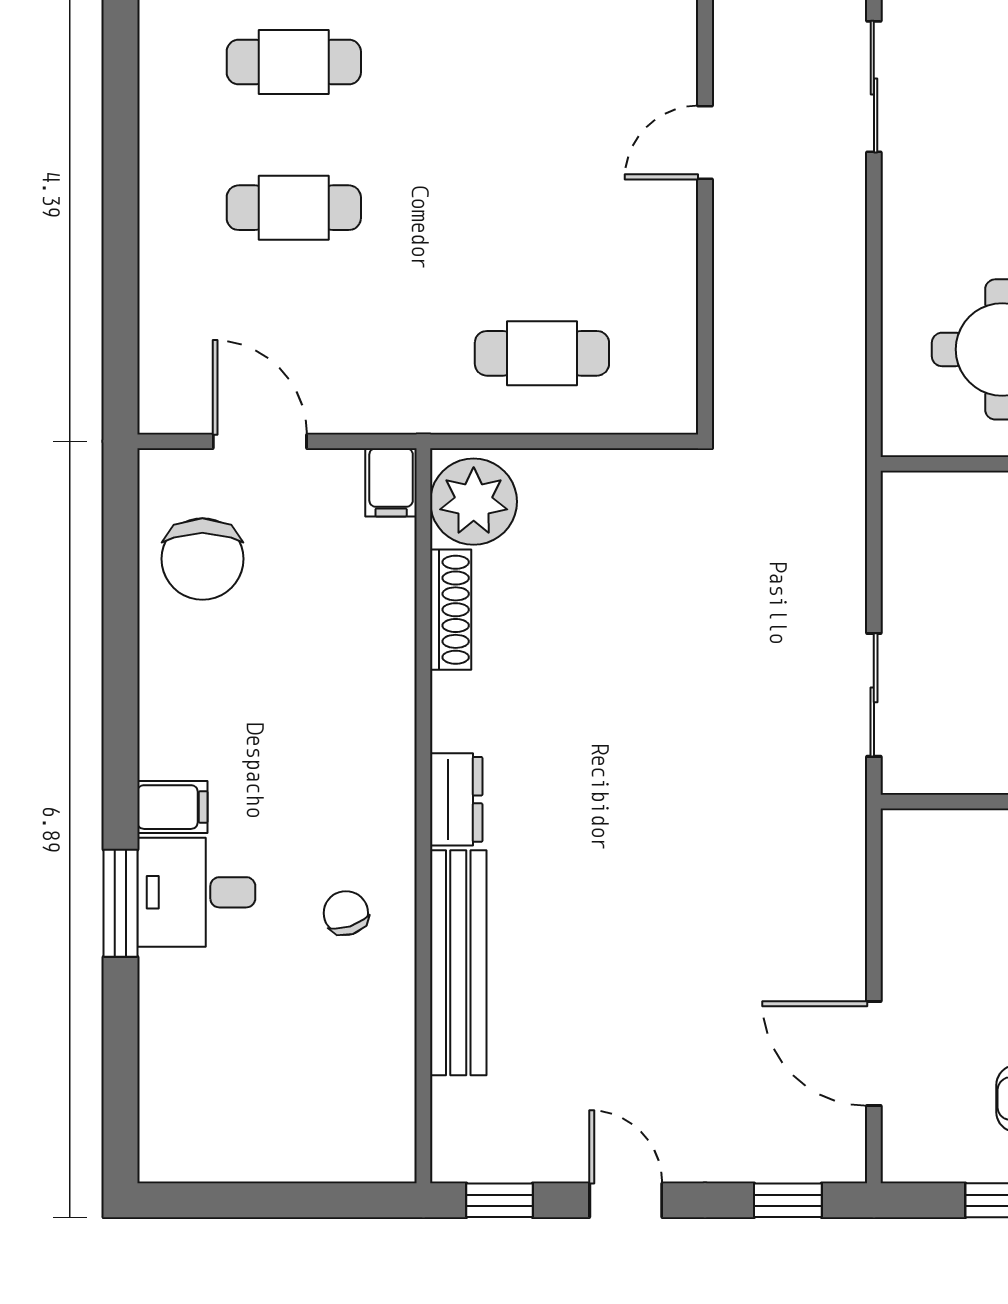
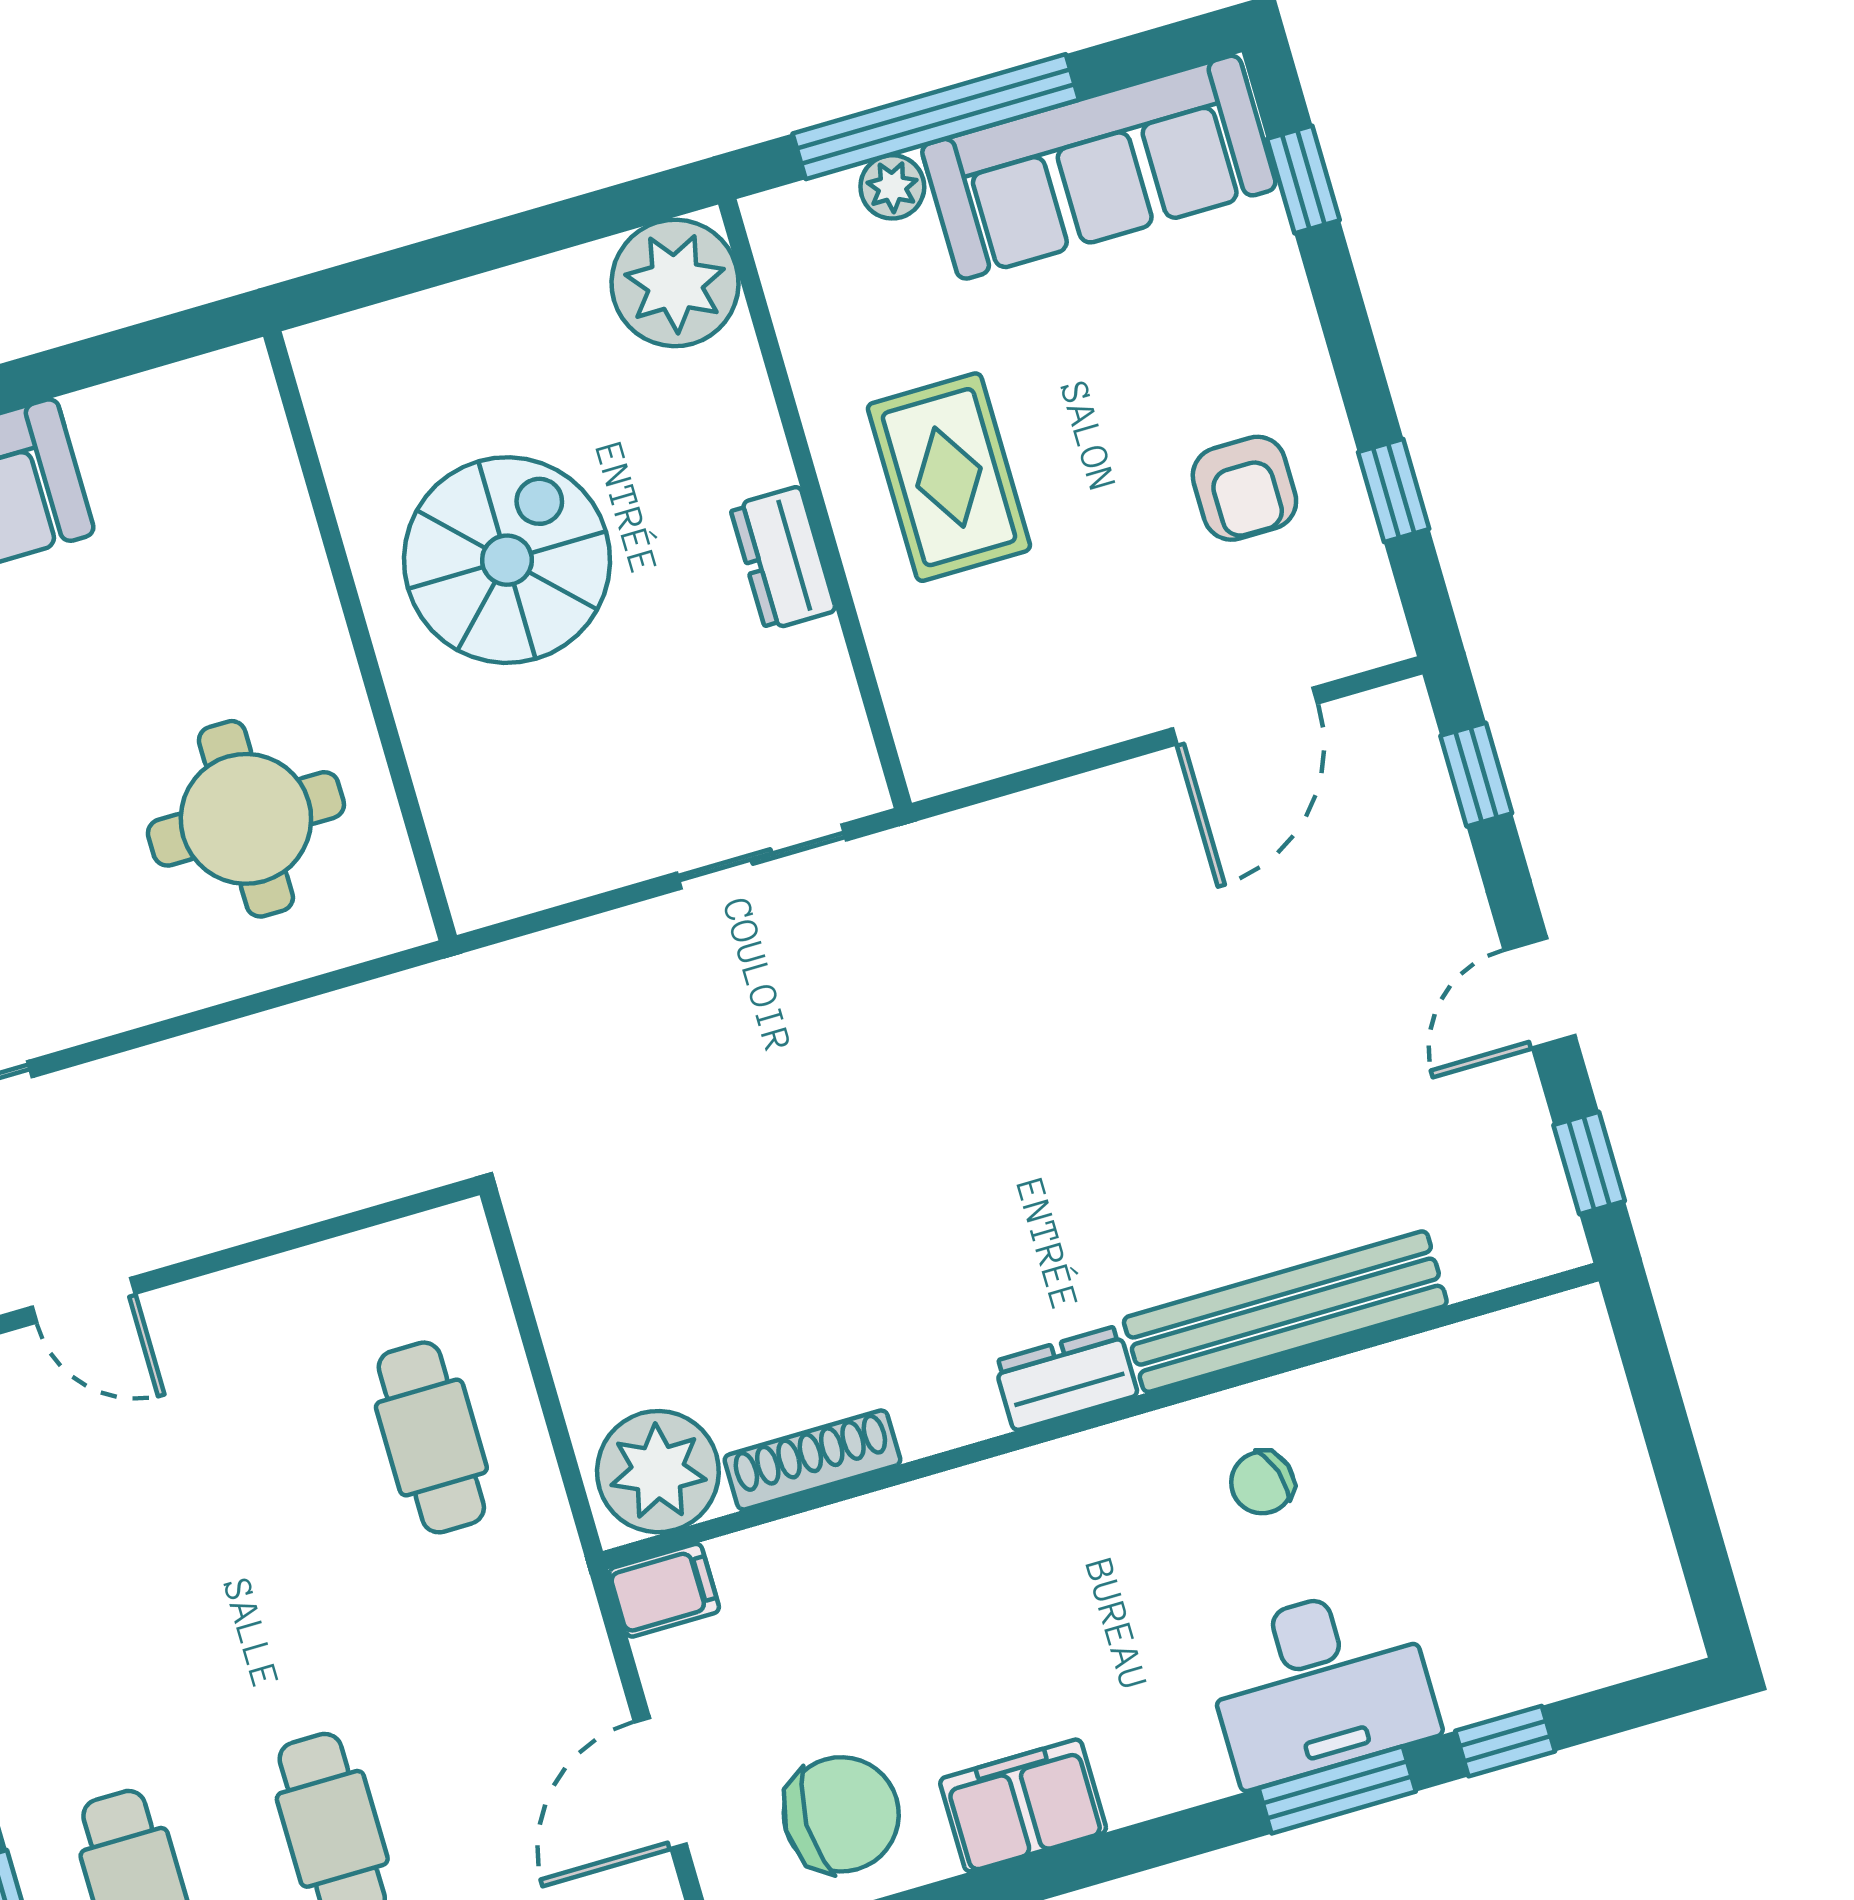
filing cabinet: (172, 807) -> (1023, 1805), moved, width x2.00
desk: (196, 892) -> (1320, 1684), width x1.37
window: (121, 1028) -> (1505, 1741), added

